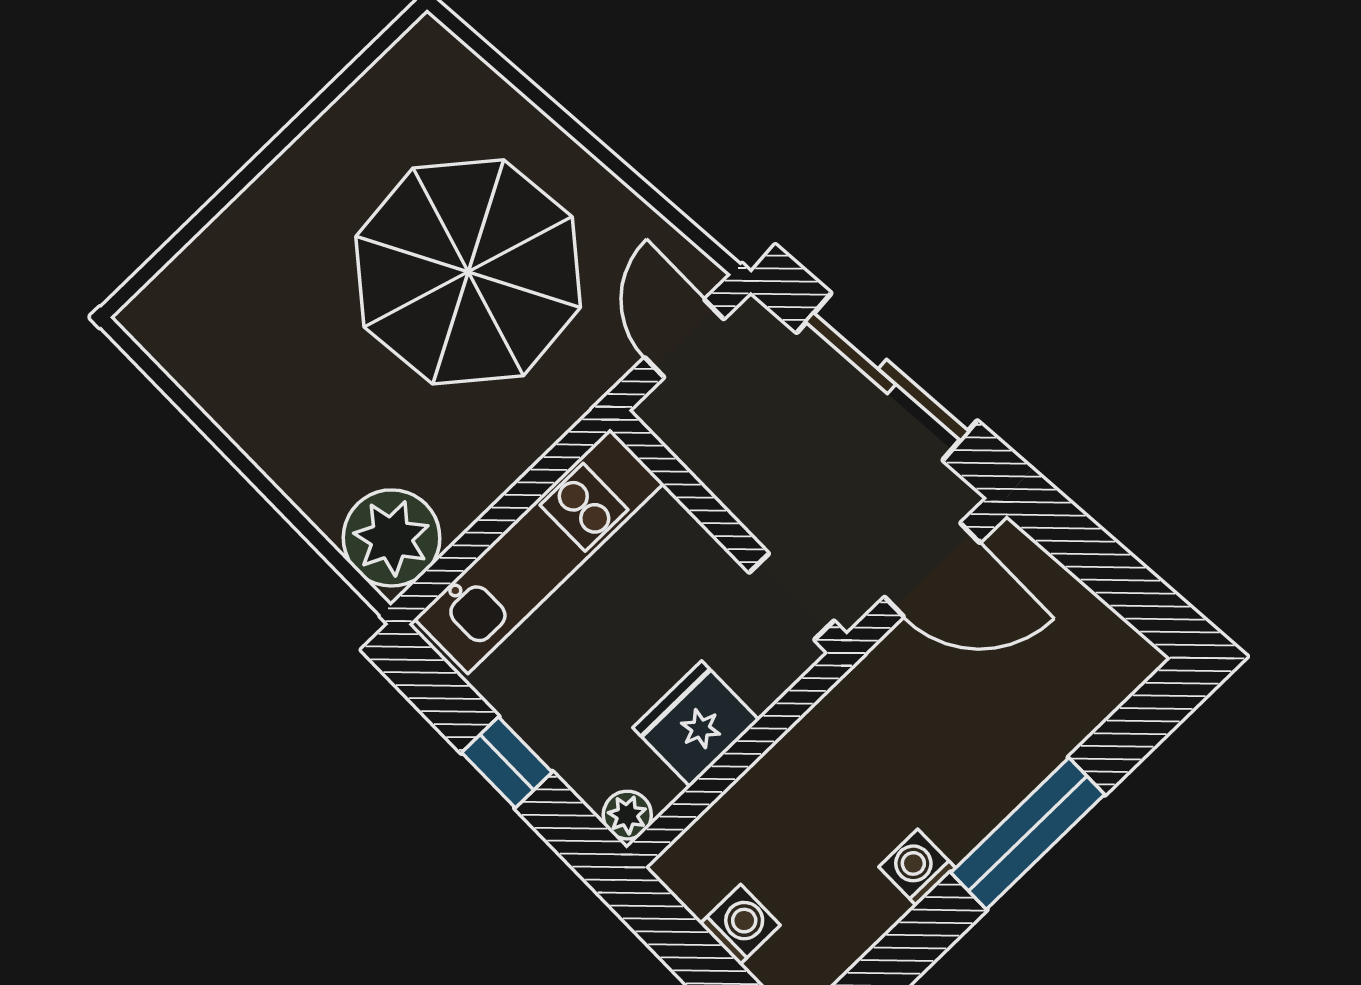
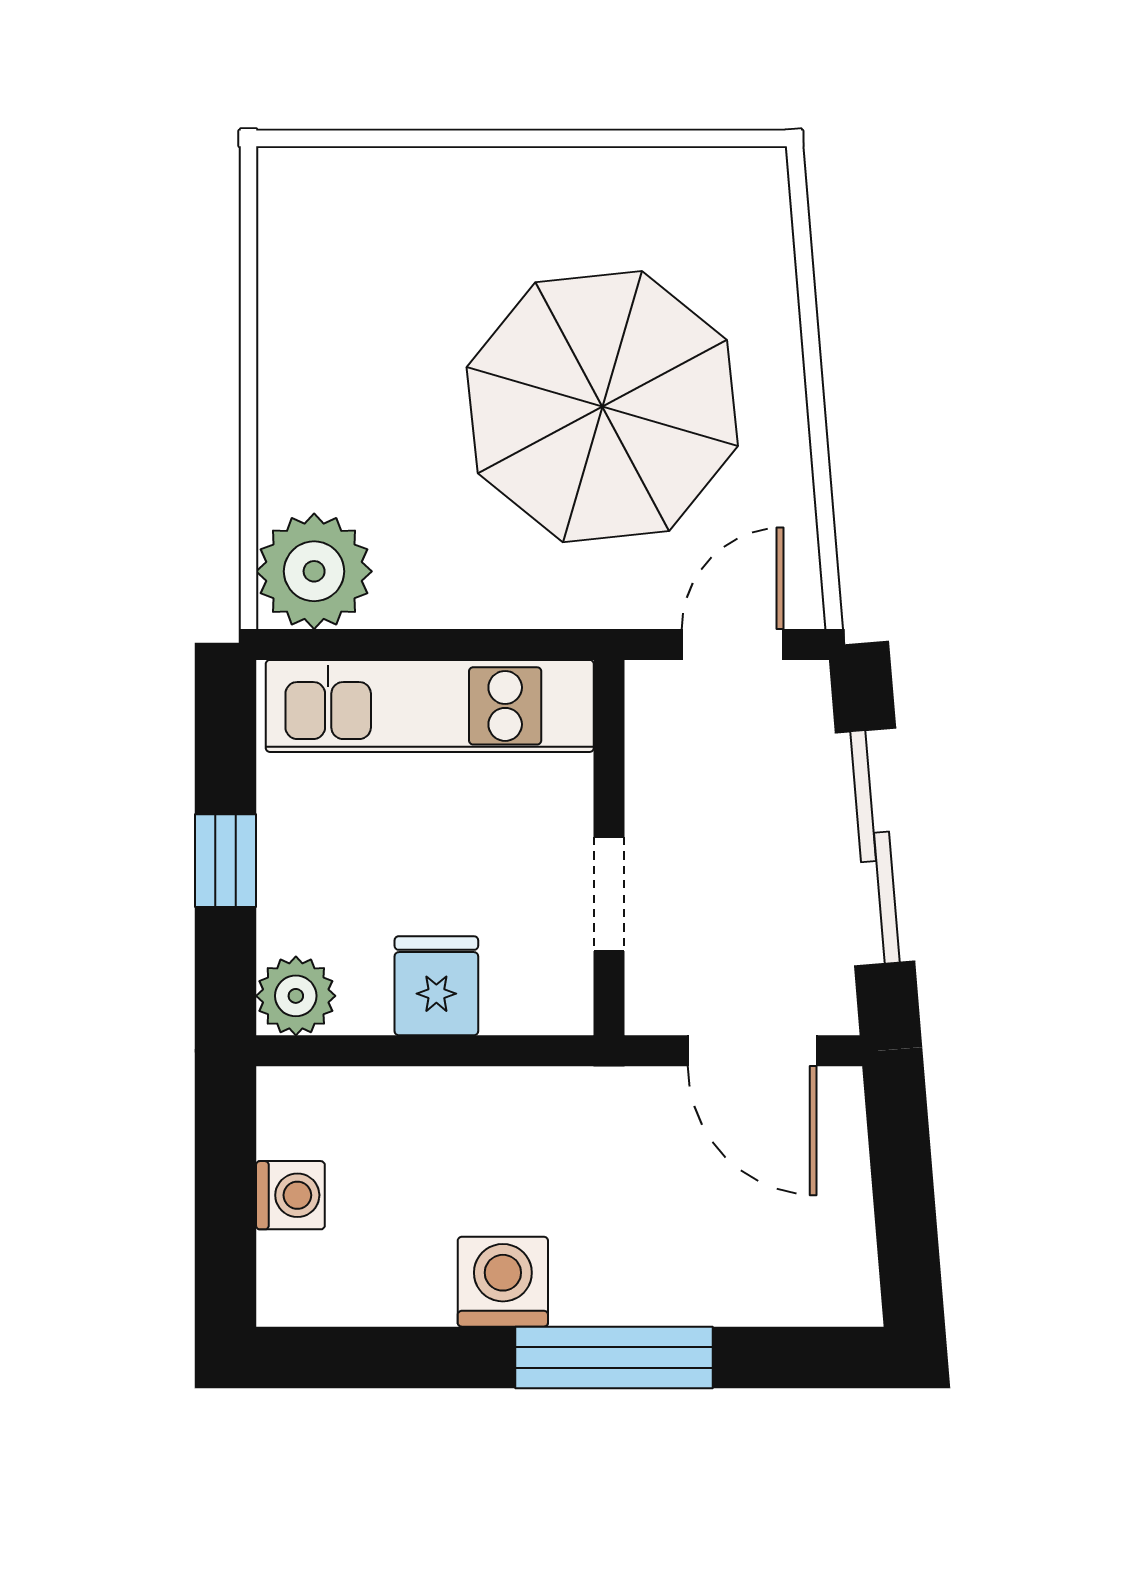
doorway: (792, 597) -> (609, 894), moved
fridge: (696, 724) -> (436, 986), width x0.72
plant: (627, 815) -> (296, 996), width x1.38, depth x1.38
washing machine: (917, 867) -> (503, 1282), width x1.38, depth x1.38

